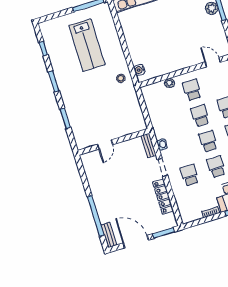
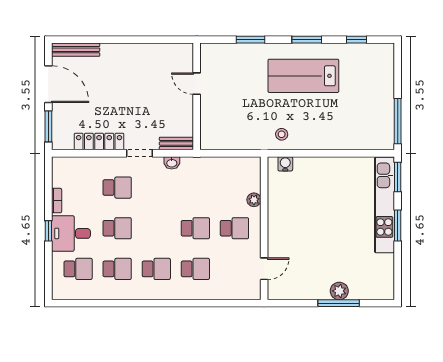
lab bench: (87, 45) -> (303, 76), moved
school desk: (208, 141) -> (156, 228), removed
window: (96, 216) -> (102, 40), removed
bench: (109, 235) -> (76, 50), width x1.36
door: (136, 242) -> (48, 84), hinge flipped

